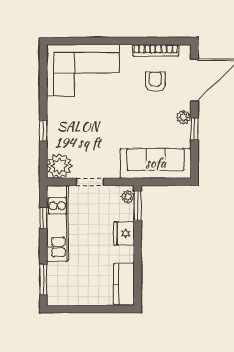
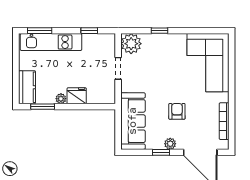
armchair: (155, 82) -> (177, 111), moved, turned -90
plant: (128, 197) -> (61, 99), moved
window: (138, 206) -> (43, 107), moved
kitchen unit: (57, 223) -> (51, 42), moved
kitchen counter: (124, 284) -> (27, 87), moved, turned 90

